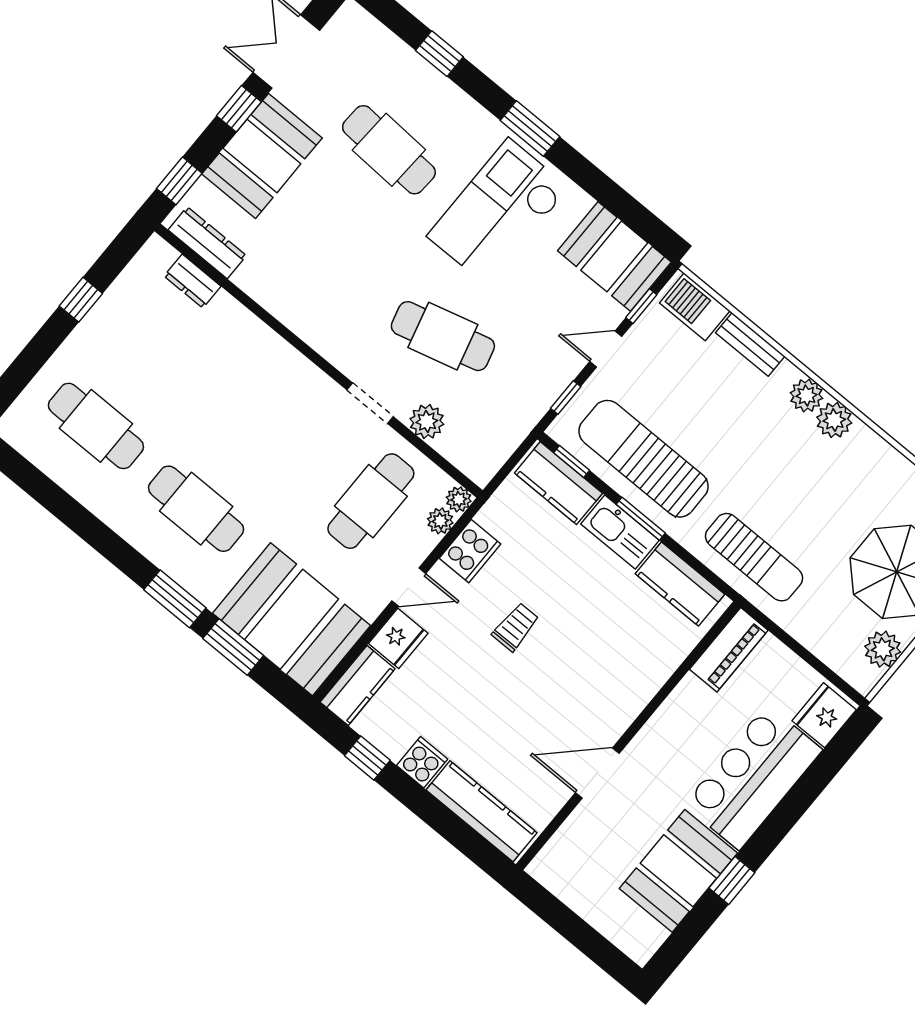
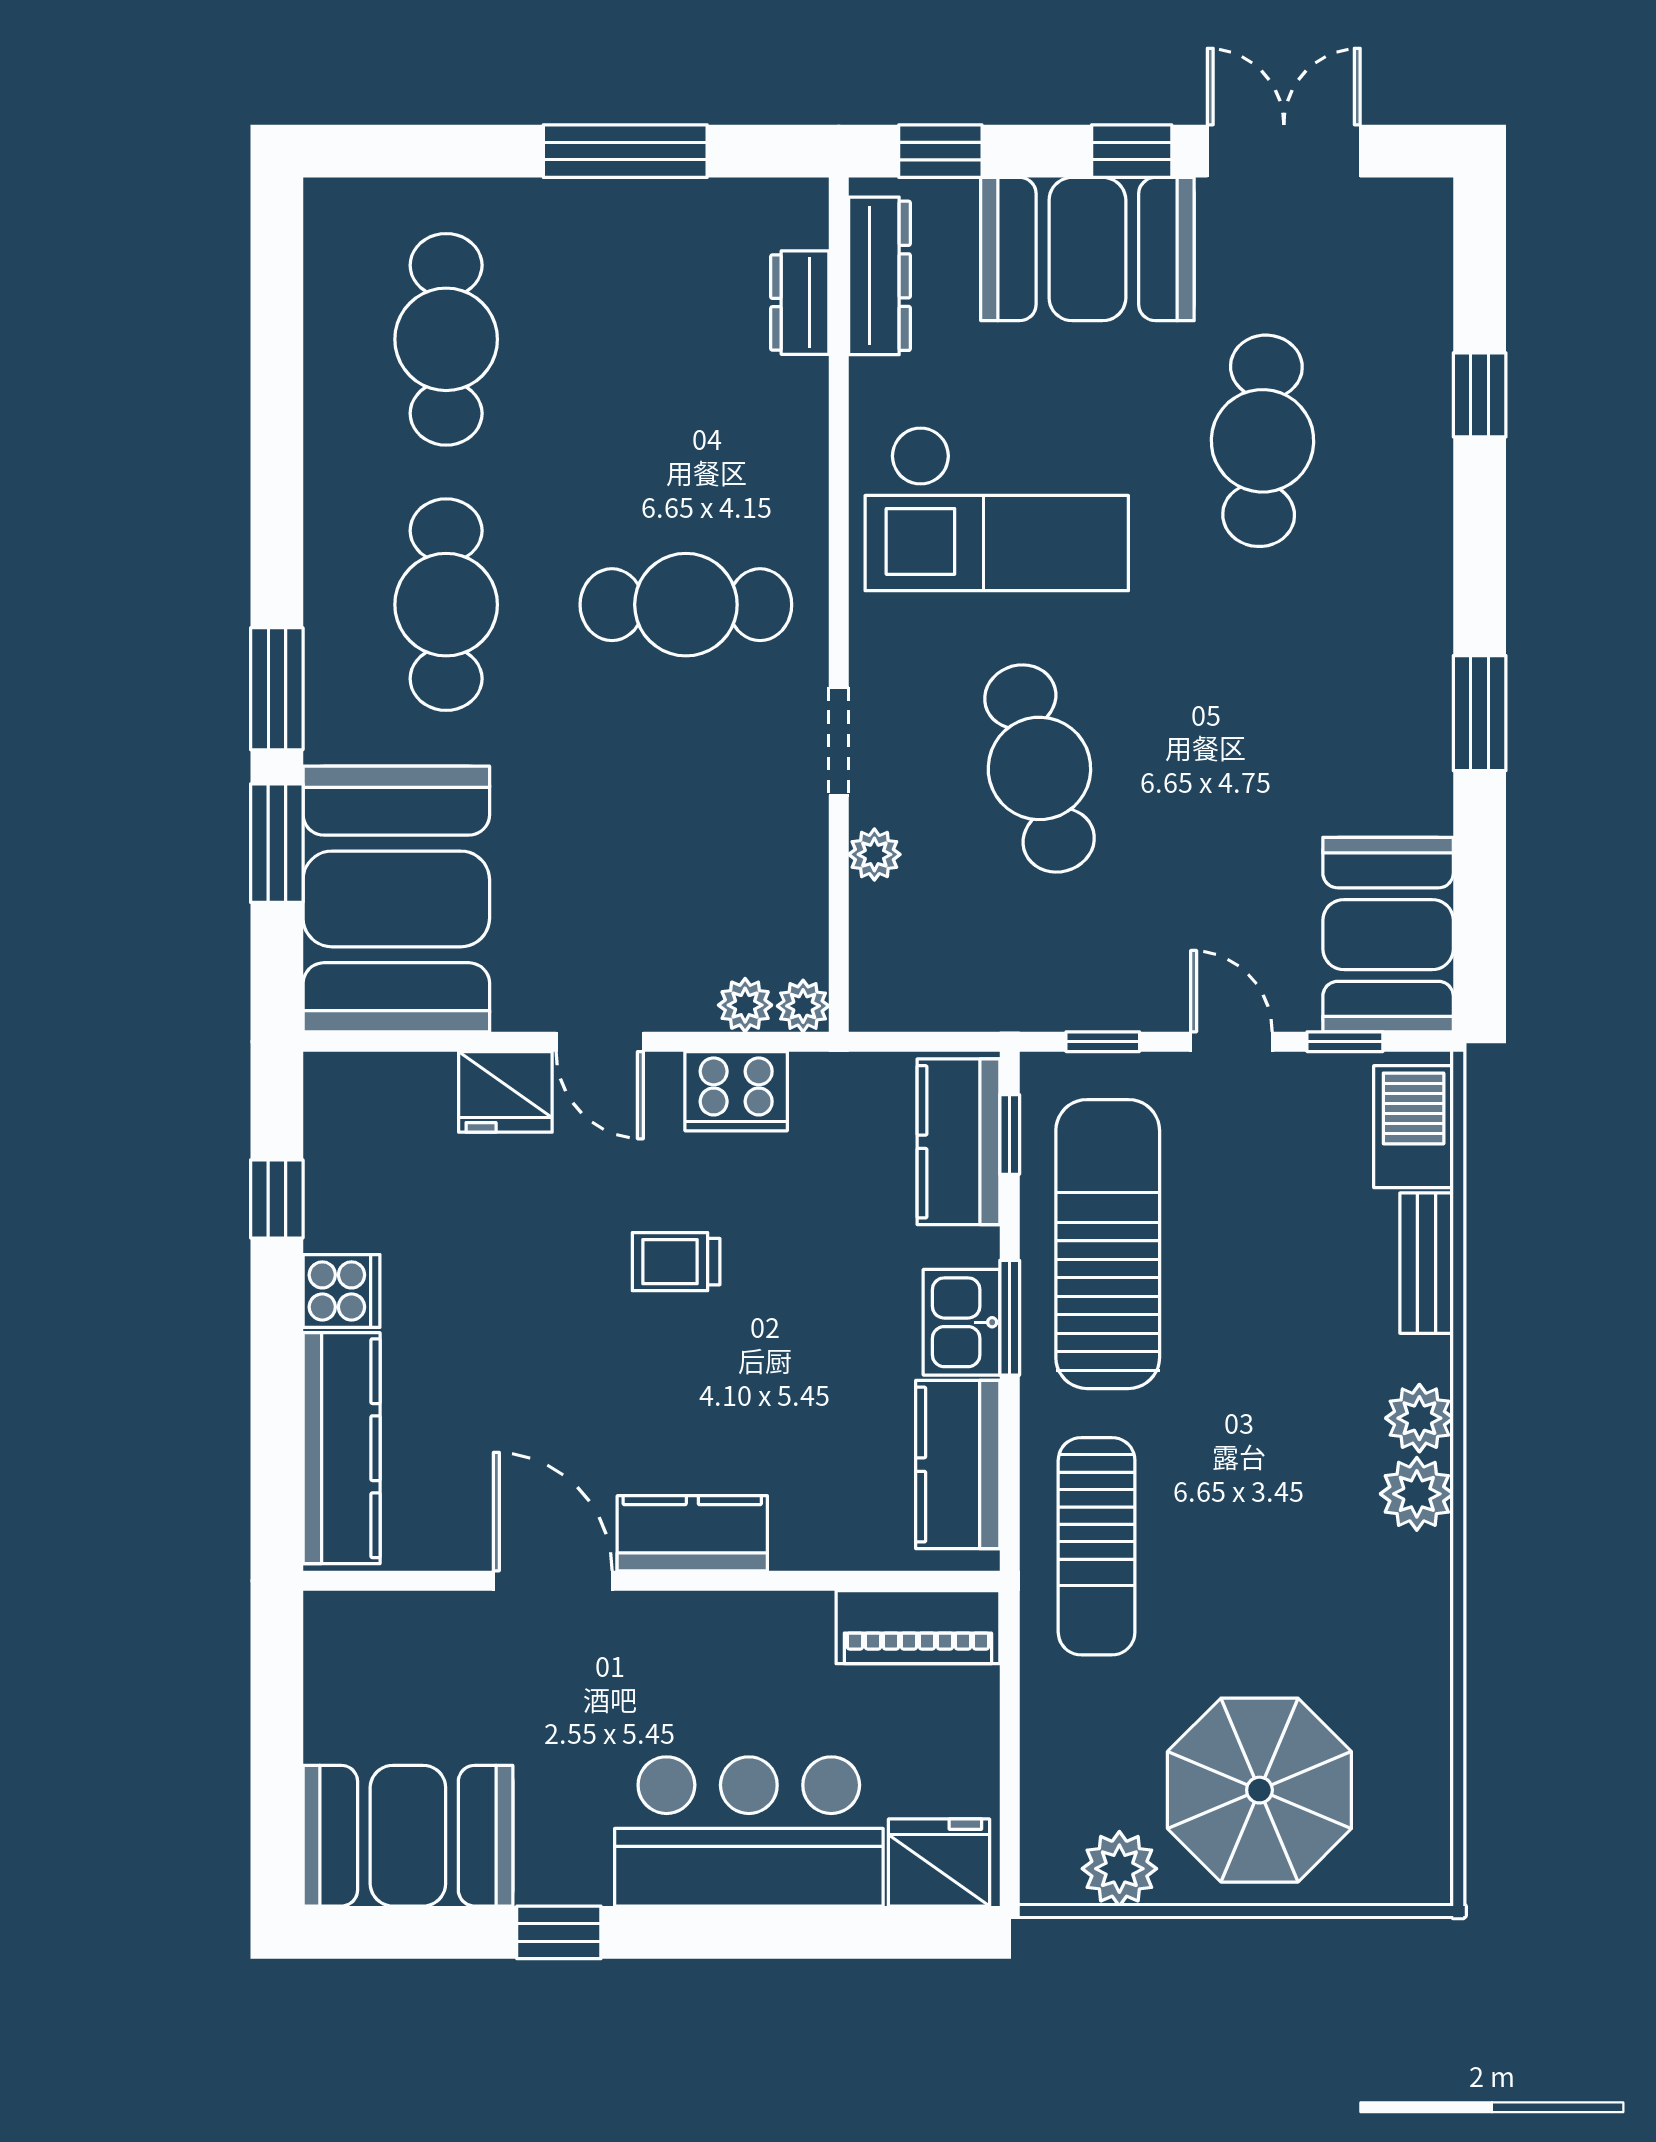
window: (530, 129) -> (1480, 713), moved
checkout: (498, 212) -> (997, 509), moved, turned 180
window: (81, 300) -> (625, 151), width x2.17
plant: (427, 422) -> (874, 854), width x0.73, depth x0.73
cafe table: (371, 501) -> (686, 605), moved
kitchen sink: (620, 532) -> (962, 1322), width x0.73
trolley: (516, 627) -> (676, 1262), turned 180
kitchen counter: (358, 685) -> (692, 1533), moved, turned 180
booth: (678, 871) -> (408, 1836), moved

